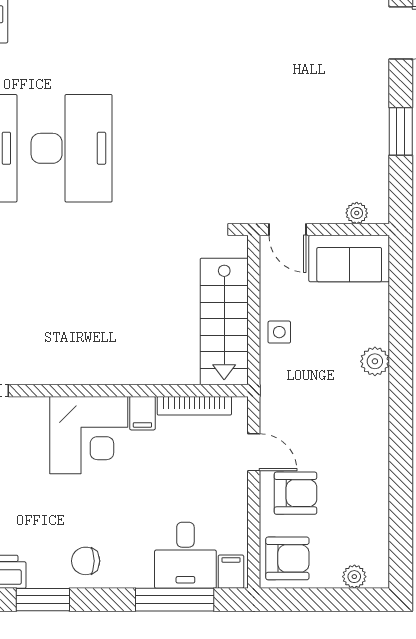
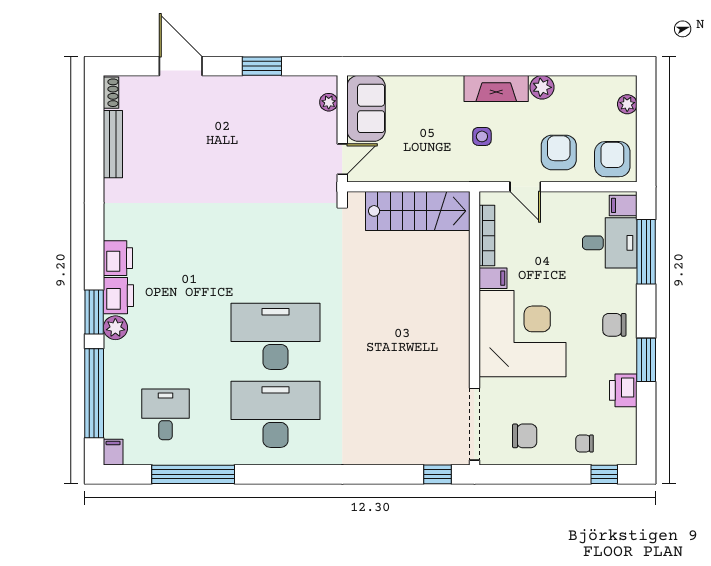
side table: (279, 332) -> (482, 136), moved
plant: (375, 361) -> (542, 87), moved
fireplace: (373, 417) -> (496, 89), added
corner desk: (89, 435) -> (522, 334), width x1.36, depth x1.36
door: (254, 452) -> (525, 187), swing flipped
chair: (86, 561) -> (614, 325), turned 90

